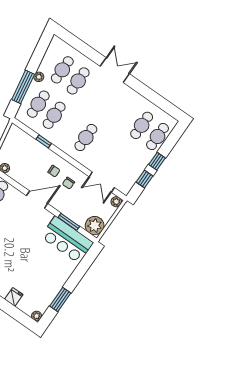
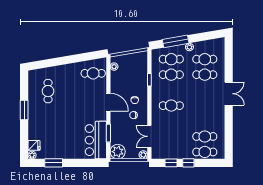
fridge: (14, 297) -> (34, 145), moved

